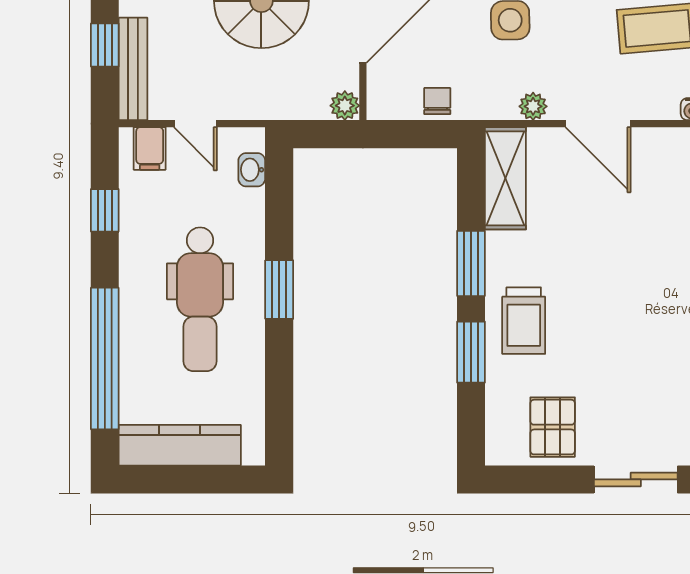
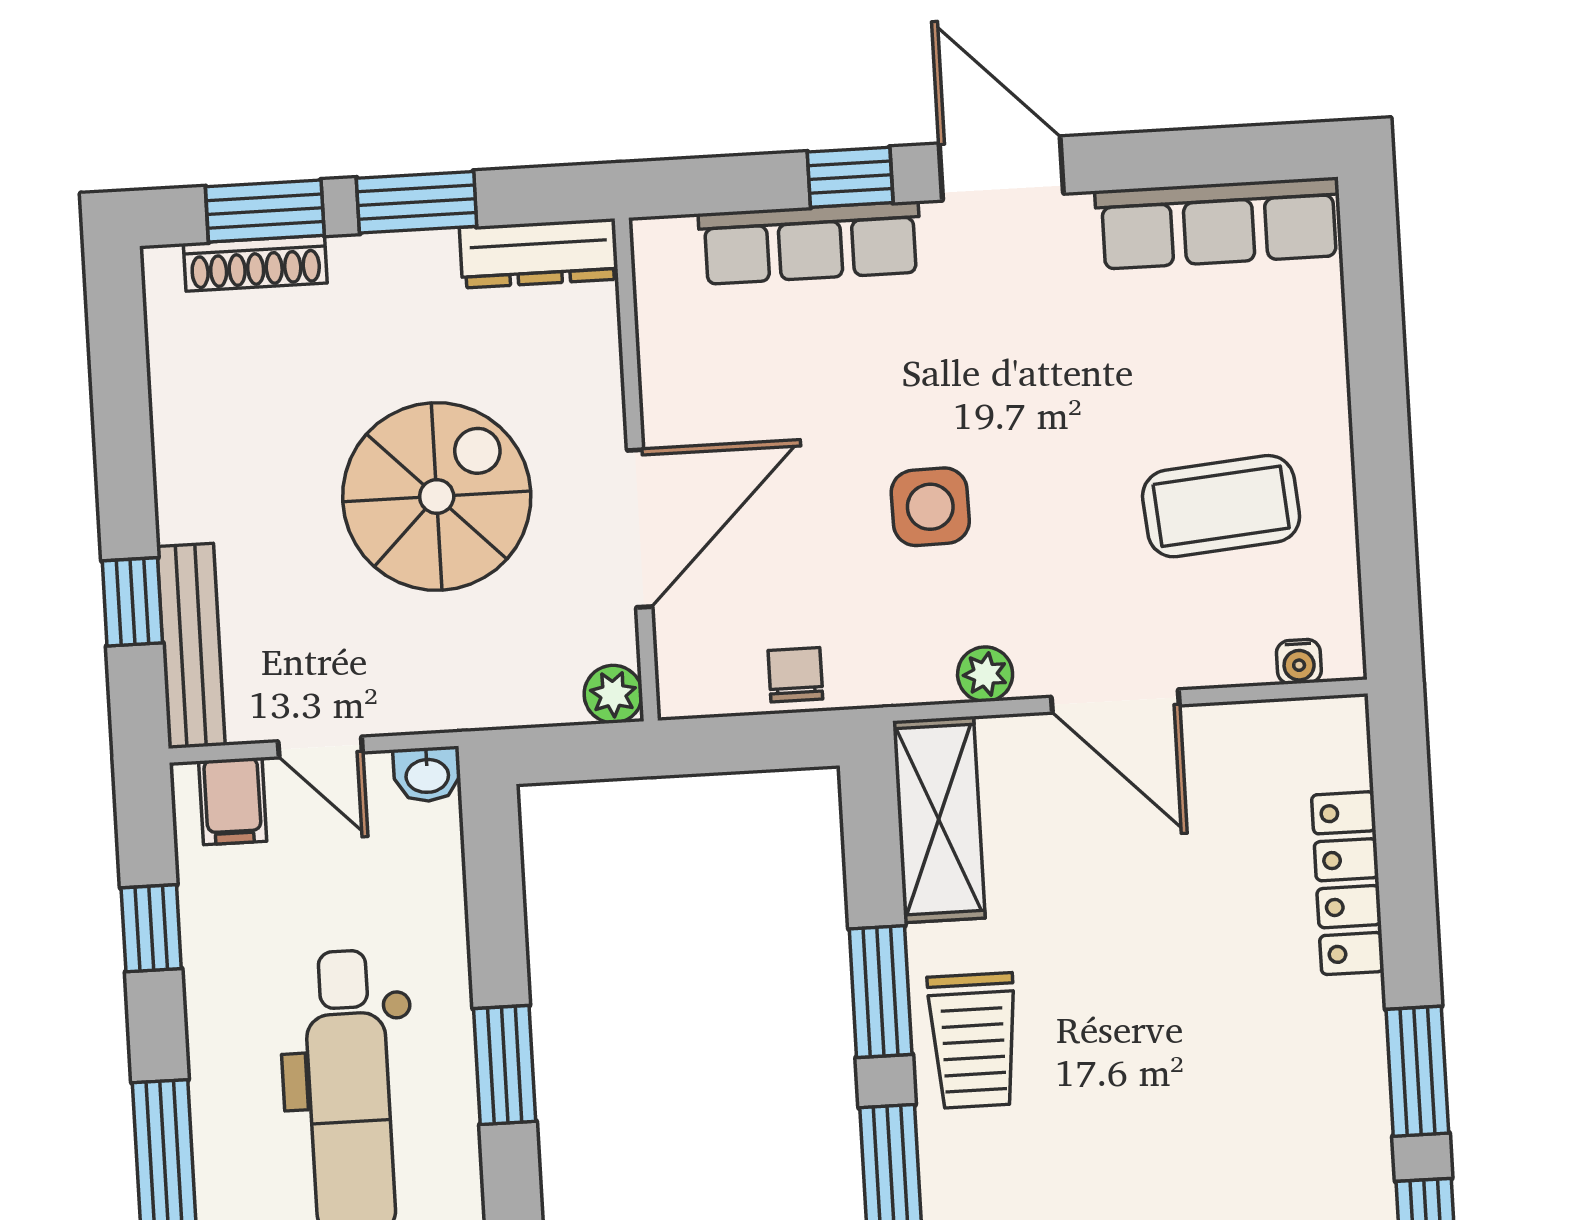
washbasin: (252, 170) -> (427, 774), moved, turned -90
trolley: (524, 321) -> (973, 1041), moved

